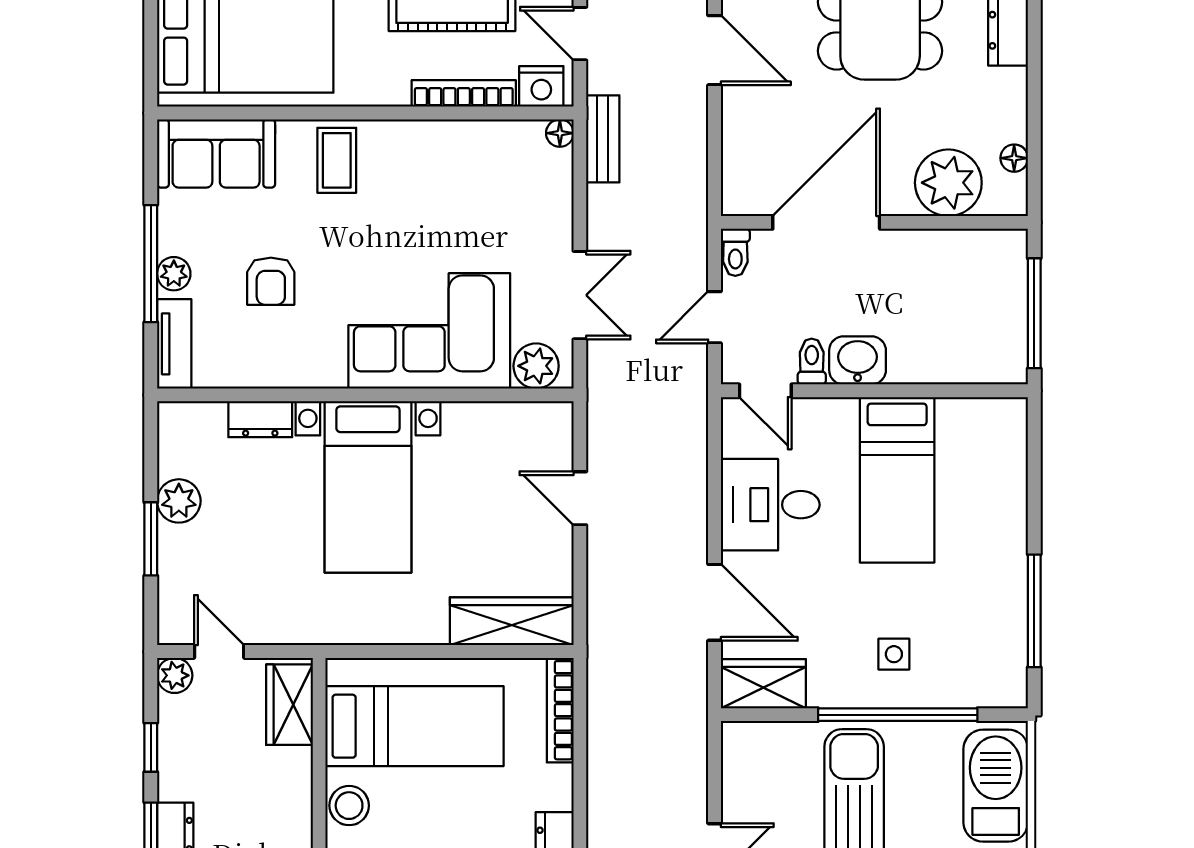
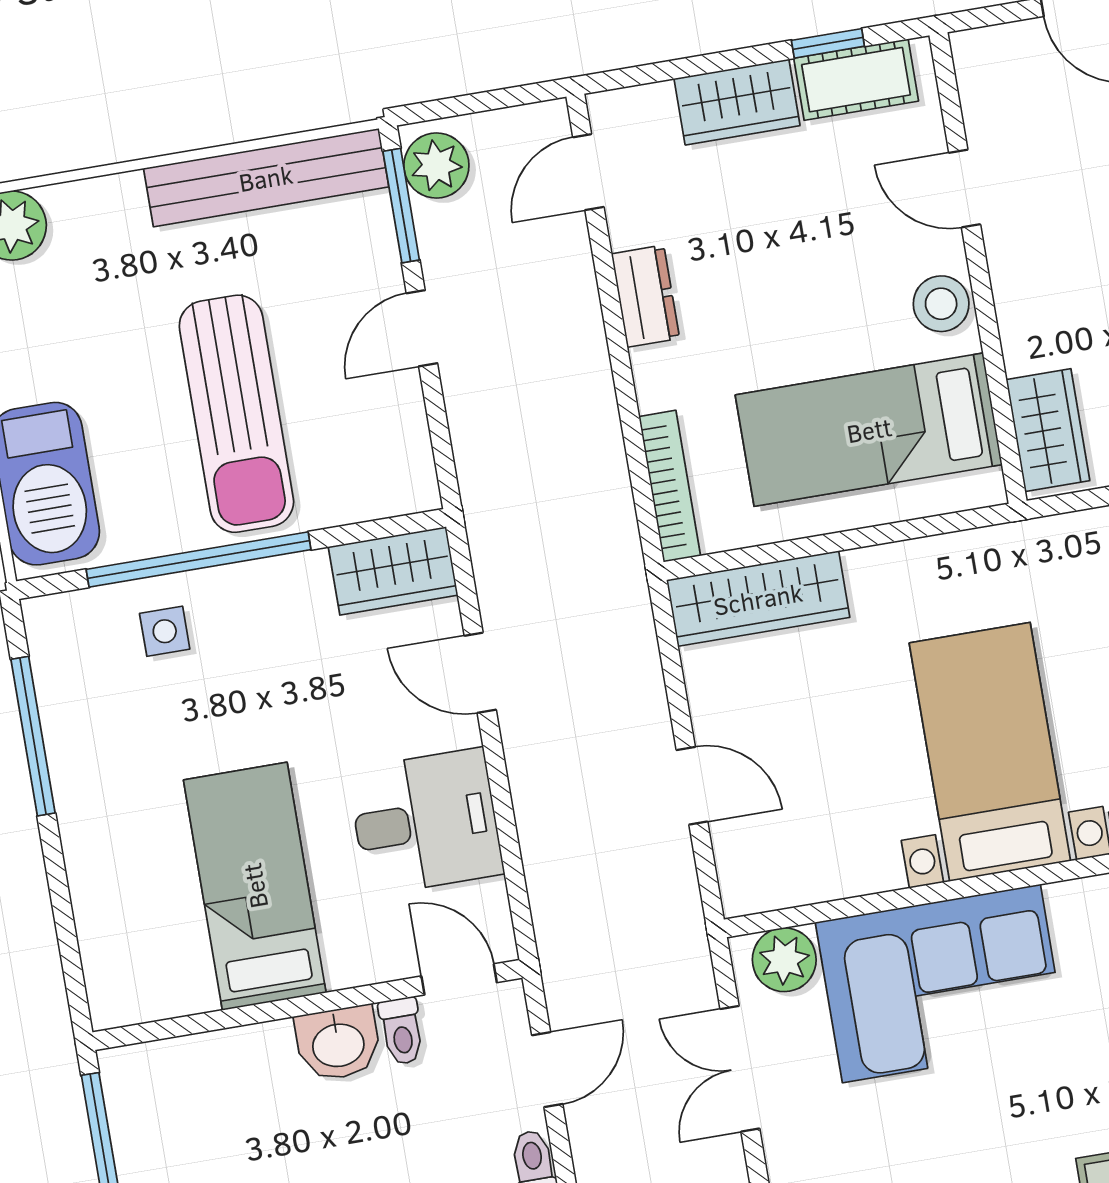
door: (715, 602) -> (480, 673), width x0.73
side table: (894, 654) -> (165, 631), moved

